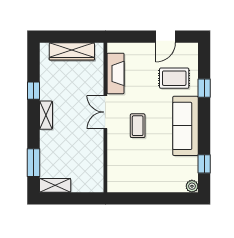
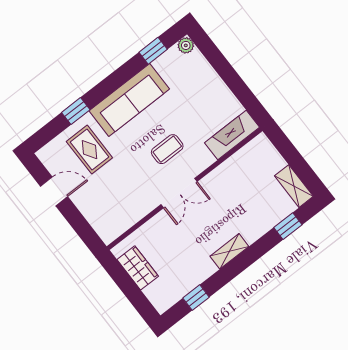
wardrobe: (72, 51) -> (138, 268), width x0.67
fireplace: (116, 73) -> (232, 135), moved
window: (34, 91) -> (196, 298), moved
window: (34, 163) -> (288, 226), width x0.67

